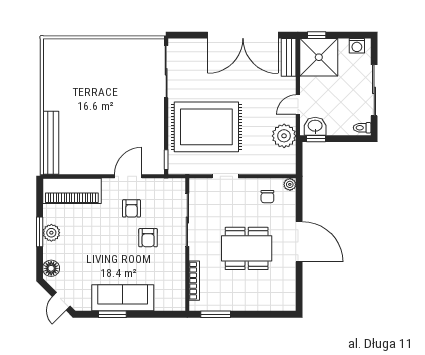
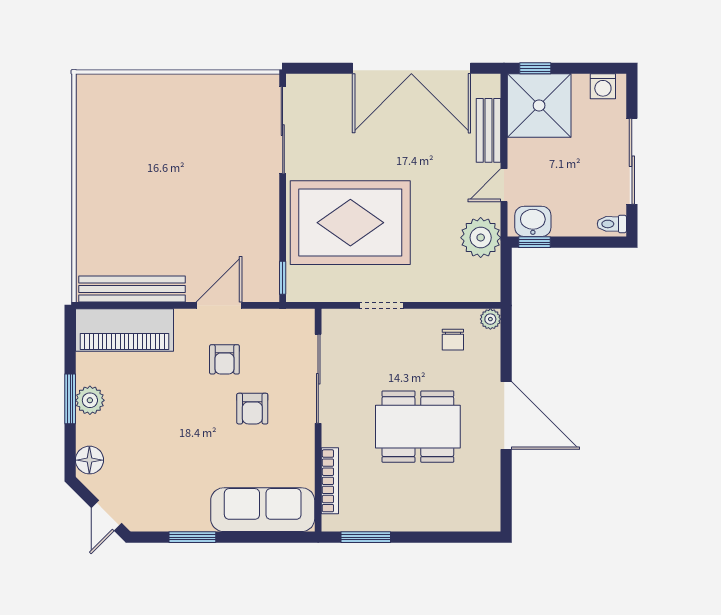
bench: (289, 57) -> (489, 130), moved
bench: (51, 143) -> (132, 289), moved, turned 90
sofa: (123, 298) -> (263, 510), moved

